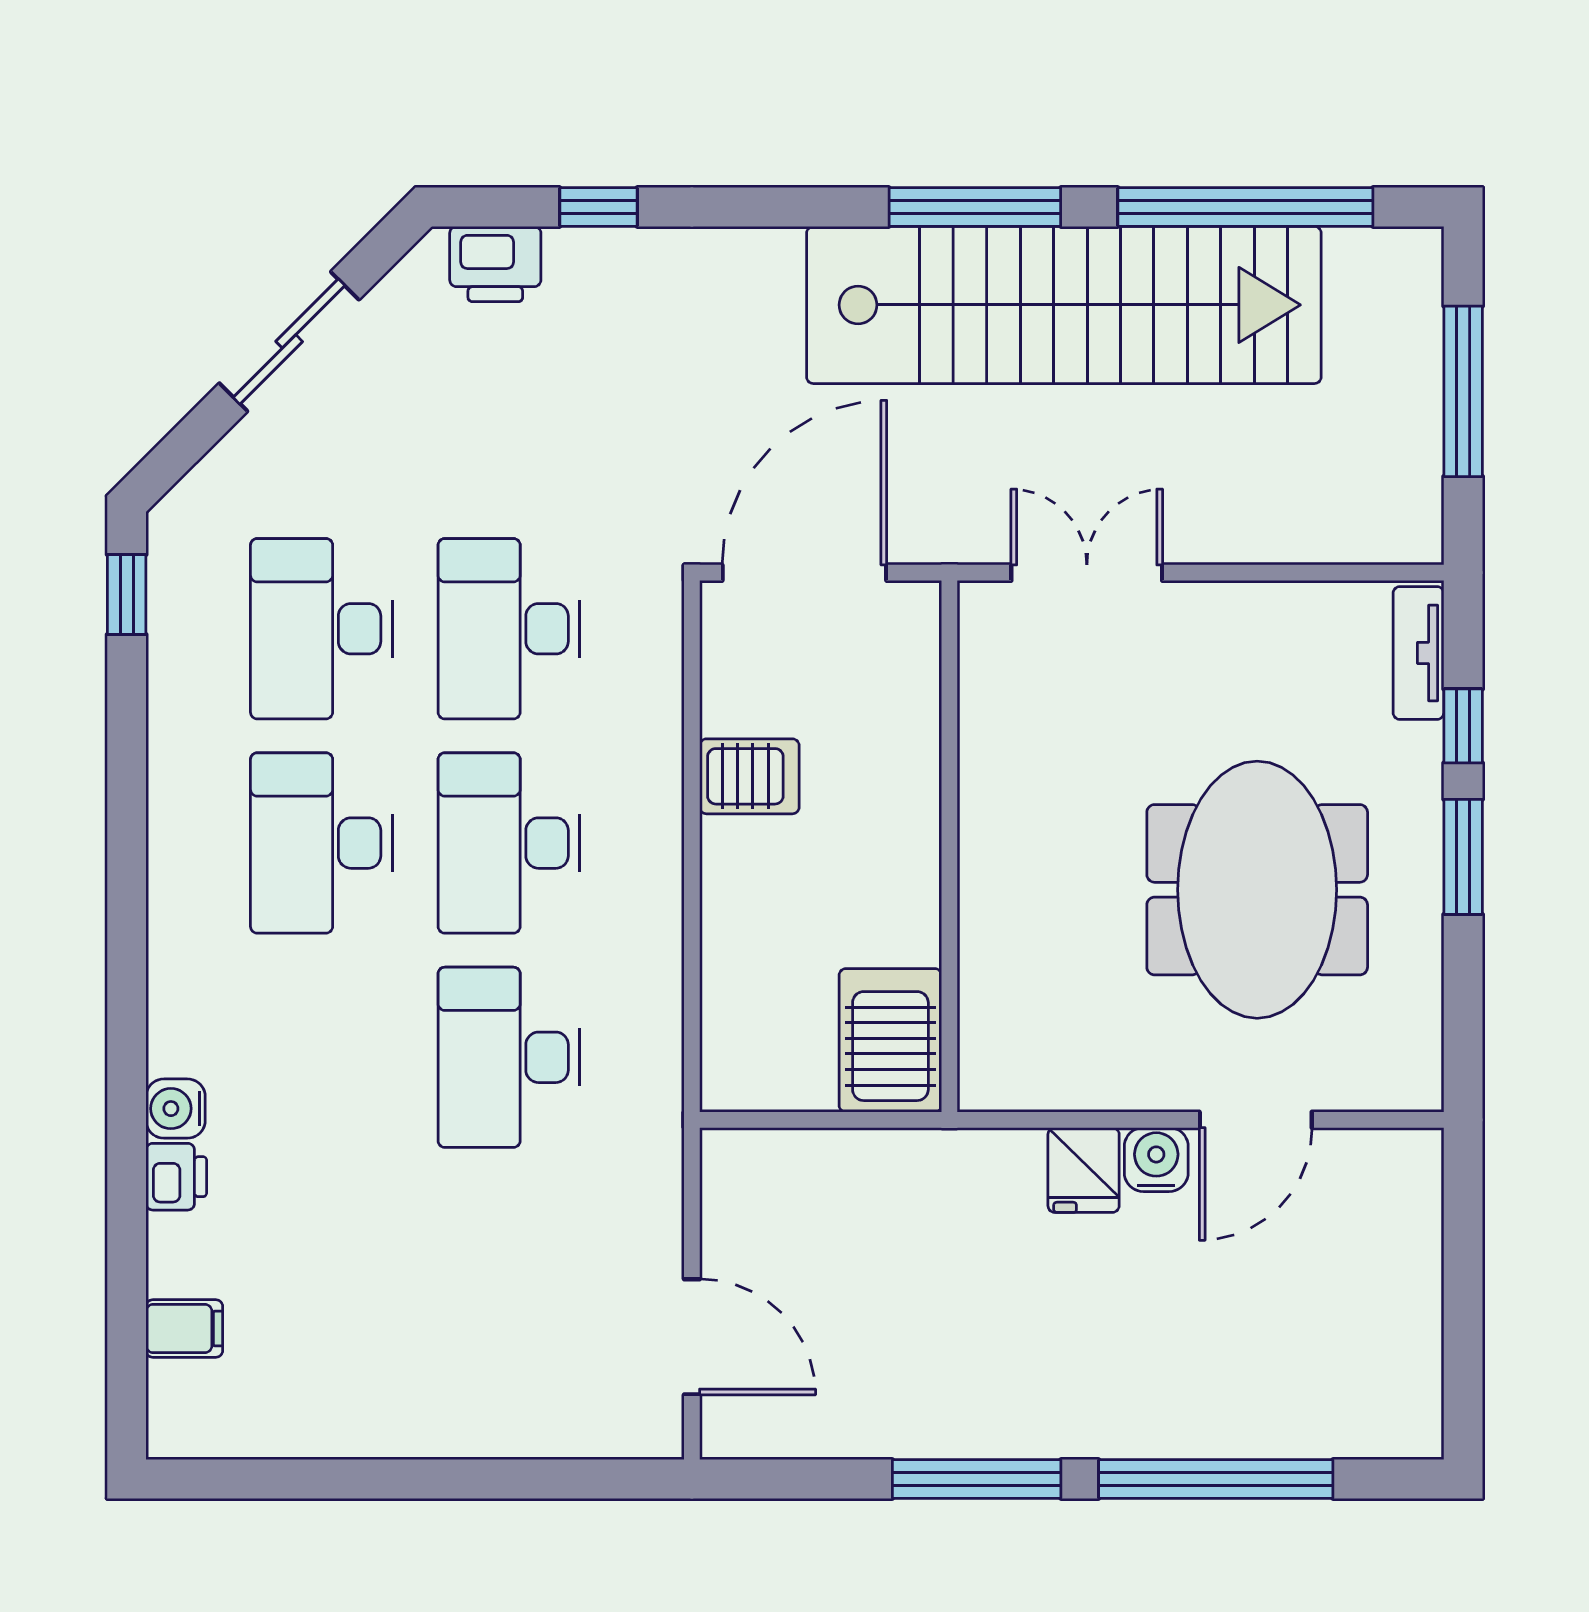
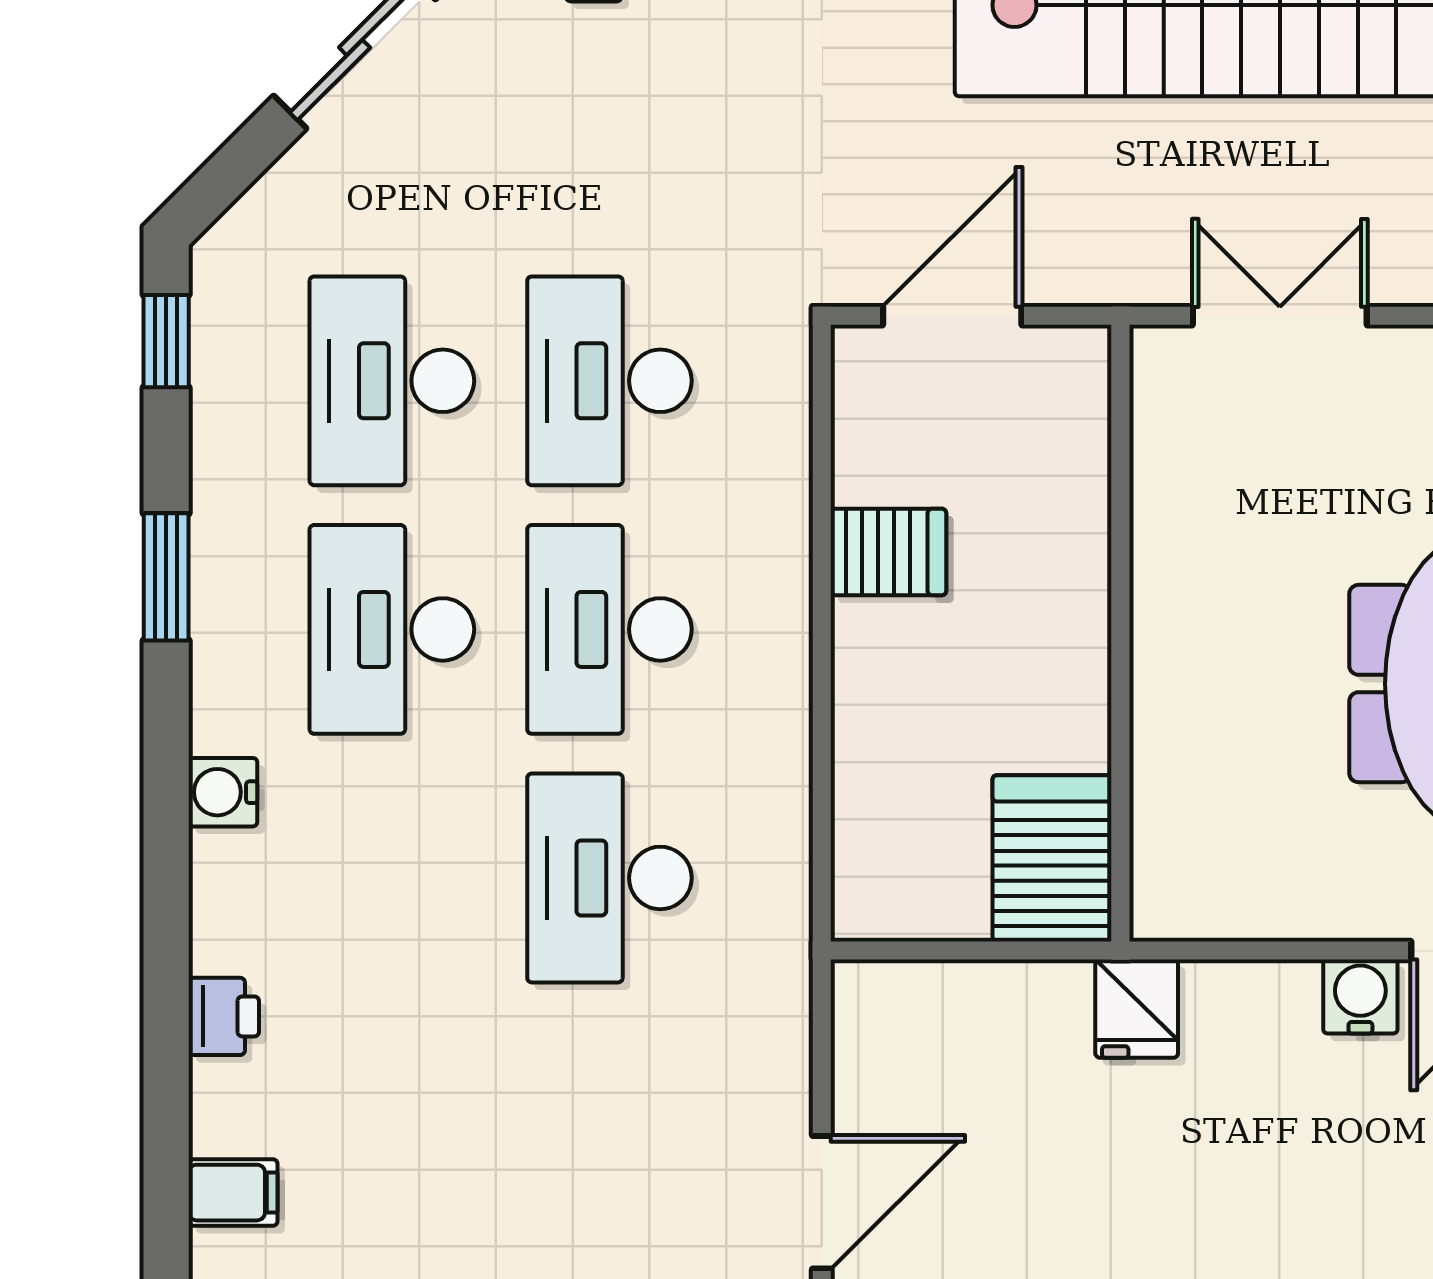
door: (804, 573) -> (952, 316), width x0.73
window: (127, 798) -> (166, 577), added
water cooler: (176, 1109) -> (223, 792), moved
fridge: (1084, 1170) -> (1137, 1009), moved
door: (692, 1337) -> (822, 1202), hinge flipped

